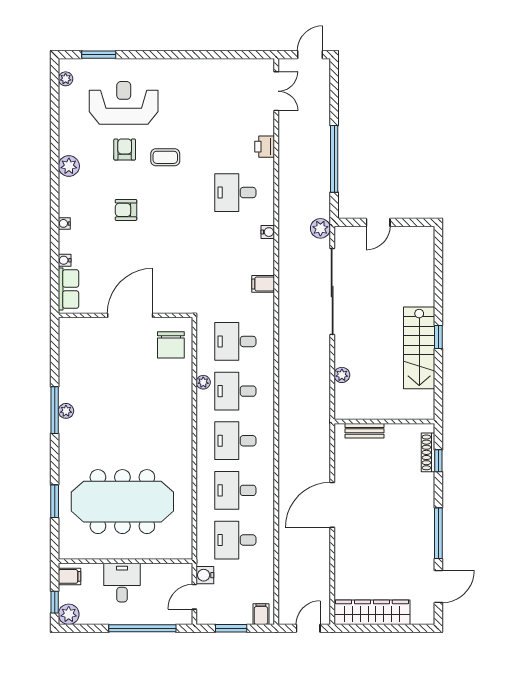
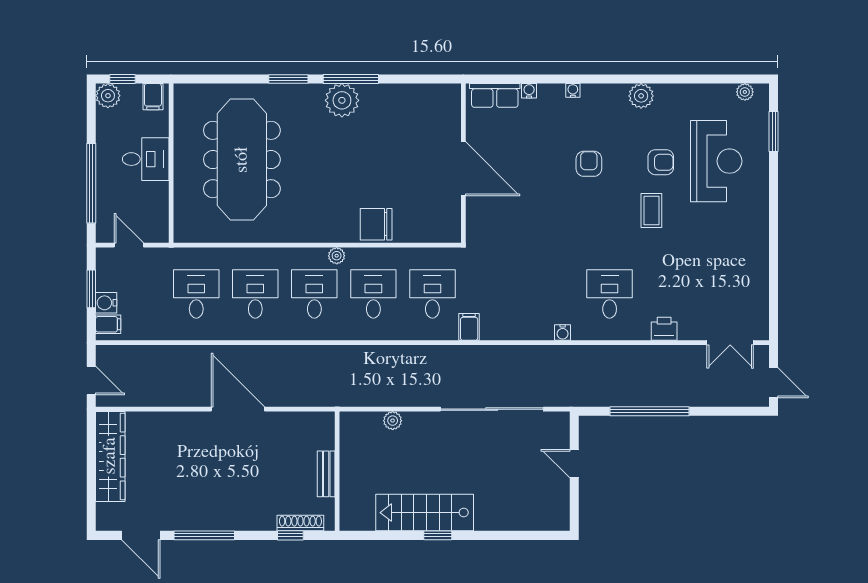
plant: (320, 228) -> (567, 395), removed
filing cabinet: (263, 284) -> (469, 327), moved
chair: (171, 345) -> (376, 224), moved
plant: (203, 382) -> (337, 256), moved
plant: (66, 411) -> (342, 100), width x1.88, depth x1.88
bench: (364, 431) -> (326, 474), moved
window: (55, 501) -> (288, 79), moved
water cooler: (205, 575) -> (106, 303), moved, turned -90

